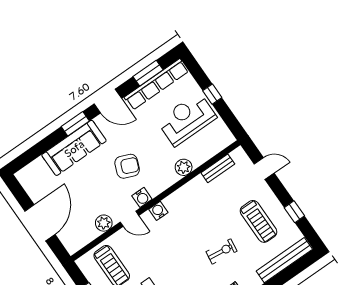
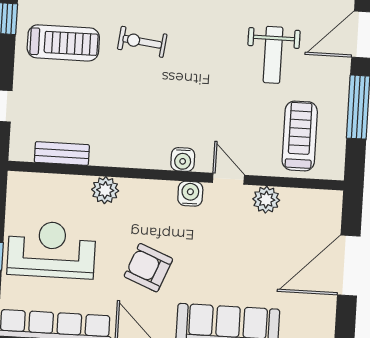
reception desk: (187, 119) -> (51, 250), turned 180
armchair: (127, 166) -> (148, 268), moved
treadmill: (258, 221) -> (63, 43), turned 90

